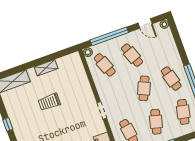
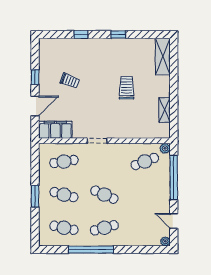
door: (145, 23) -> (174, 221), hinge flipped
cafe table: (132, 55) -> (145, 195), removed
shelving: (46, 68) -> (164, 110), moved

